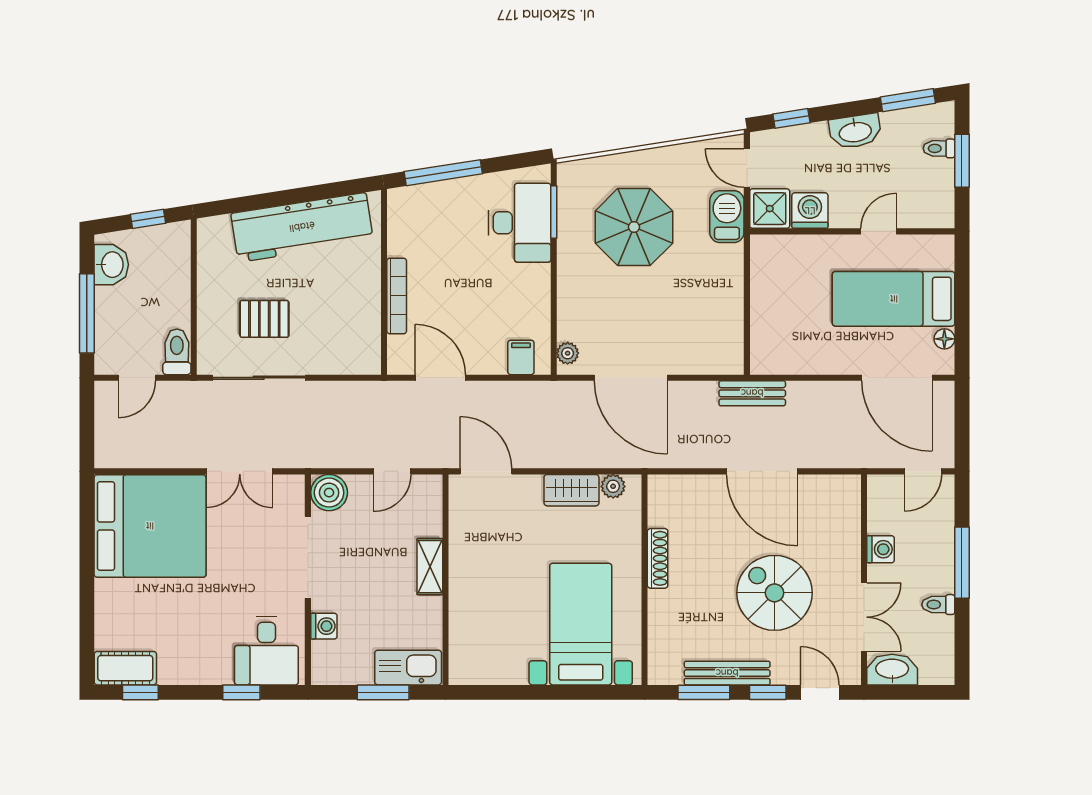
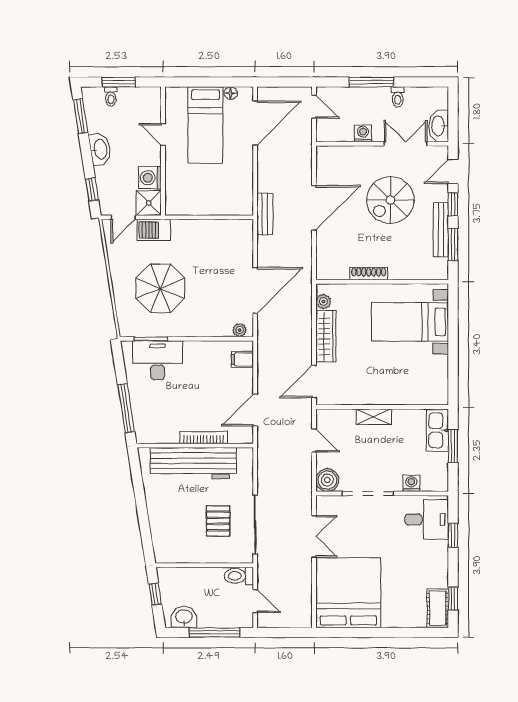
workbench: (302, 227) -> (193, 463), moved, turned 99
wardrobe: (571, 490) -> (326, 336), width x1.50

